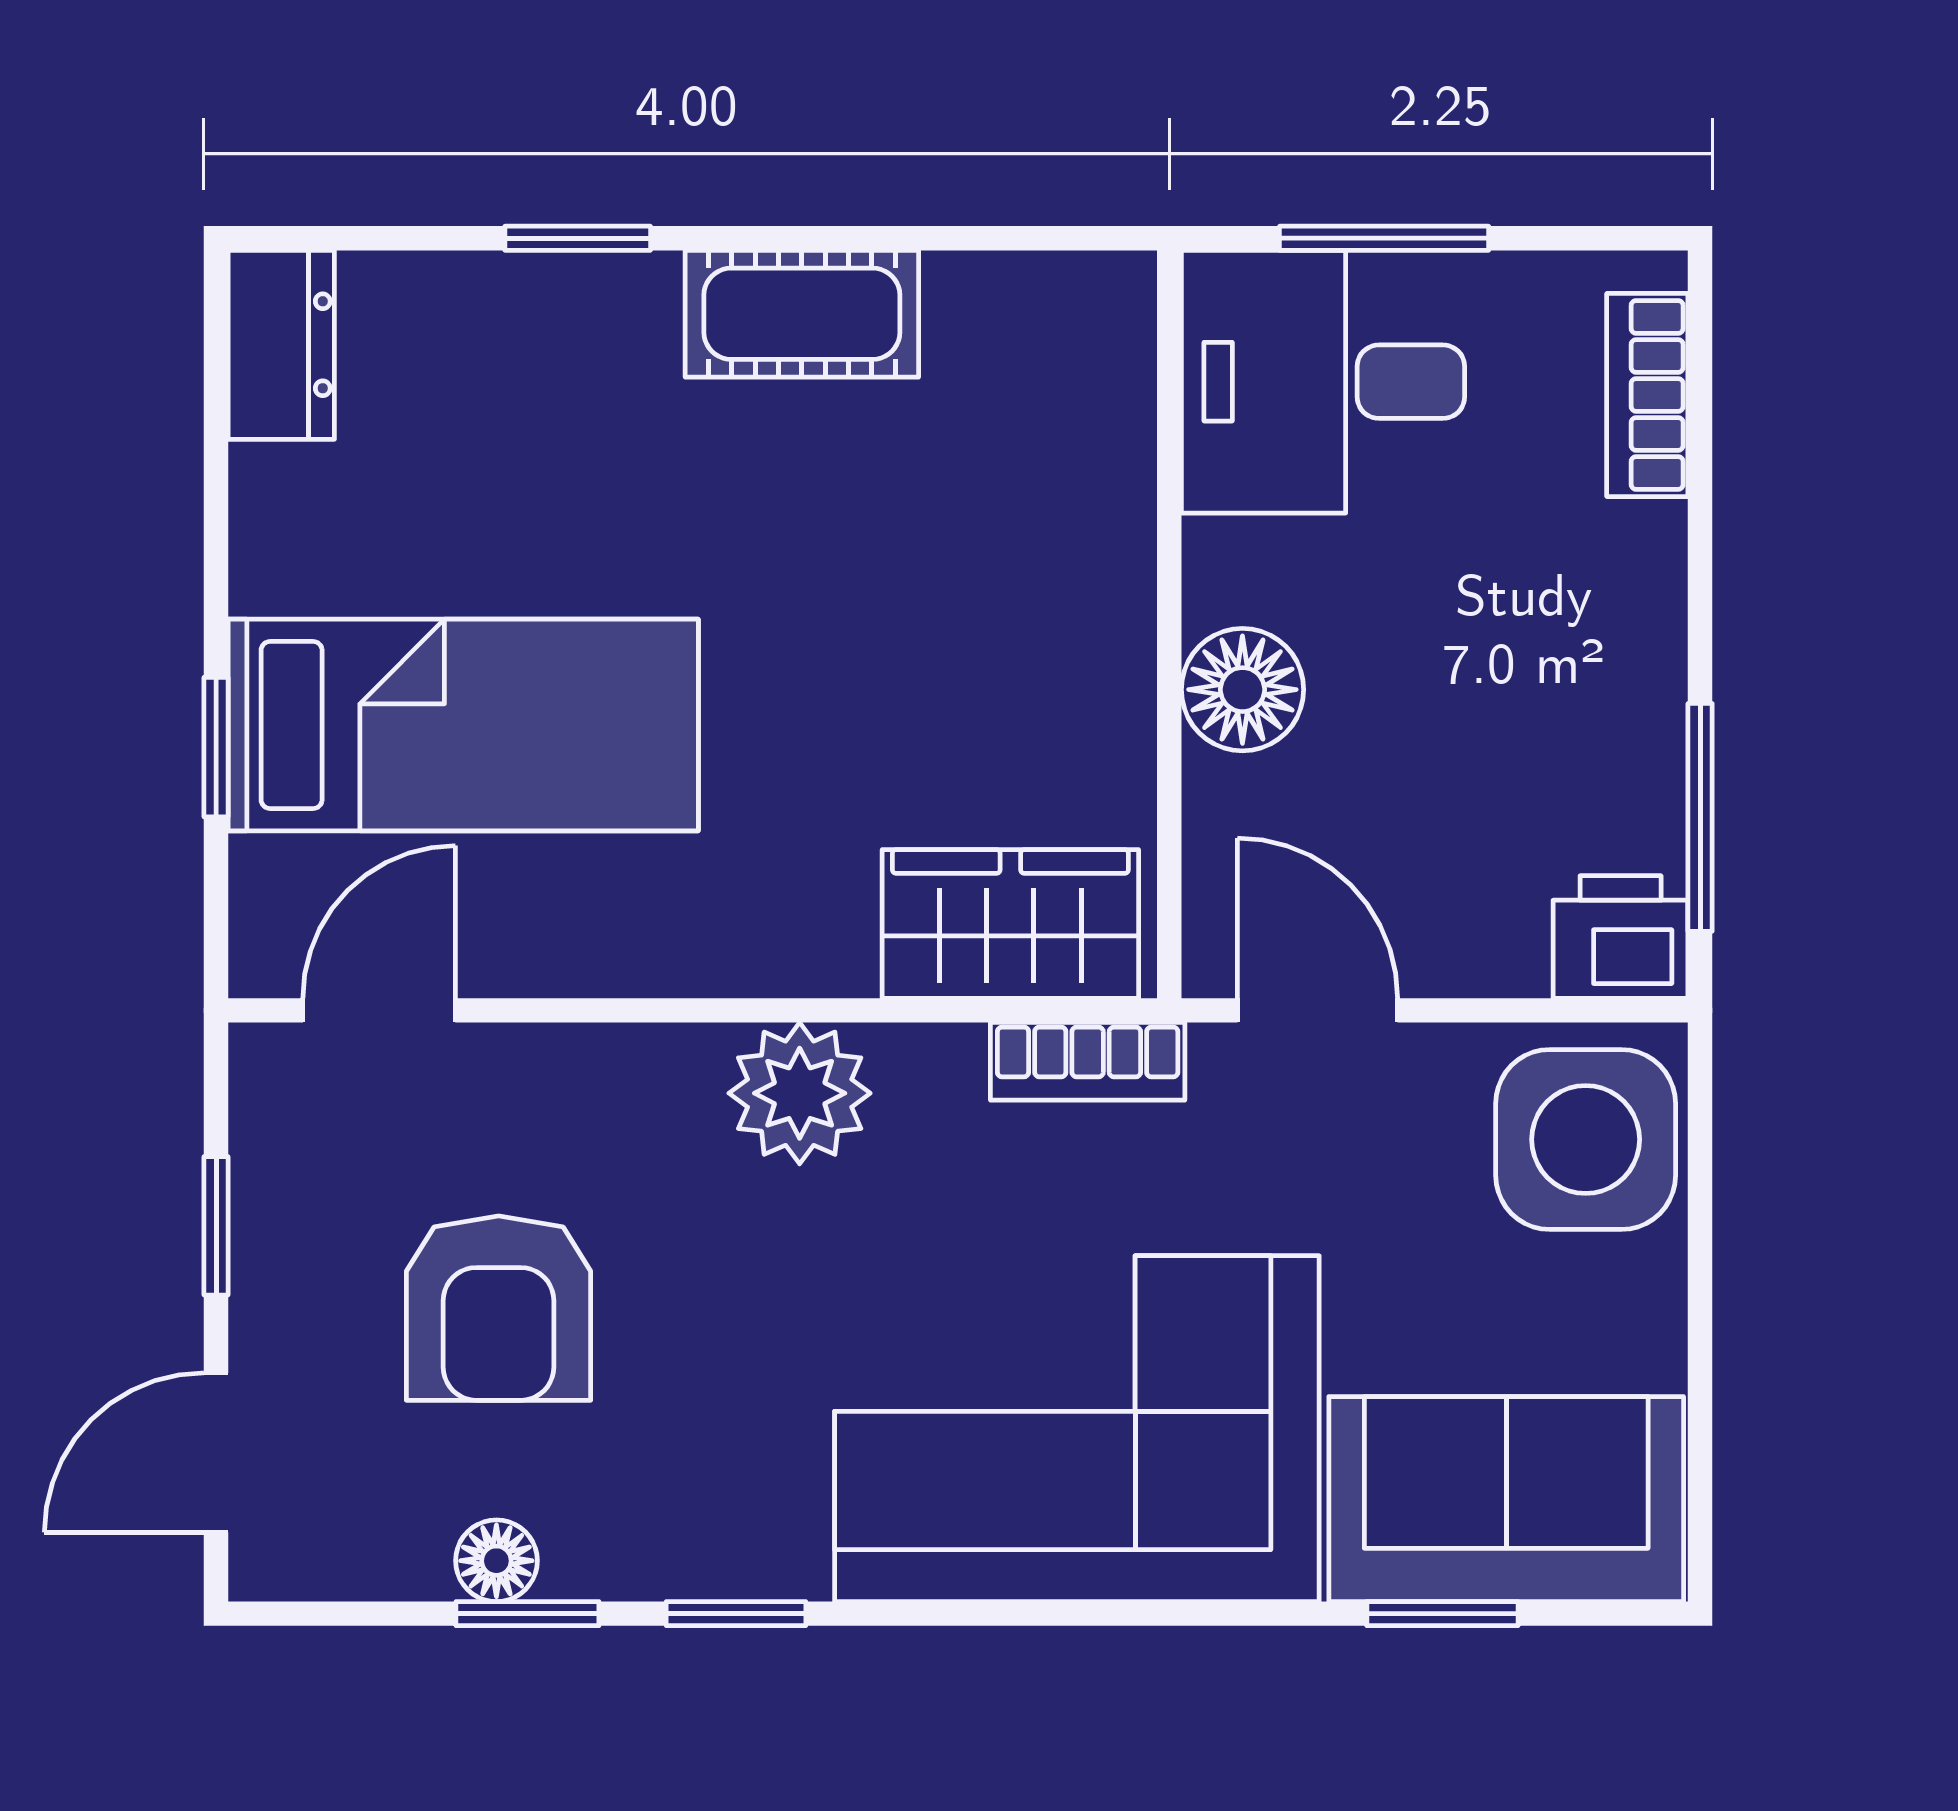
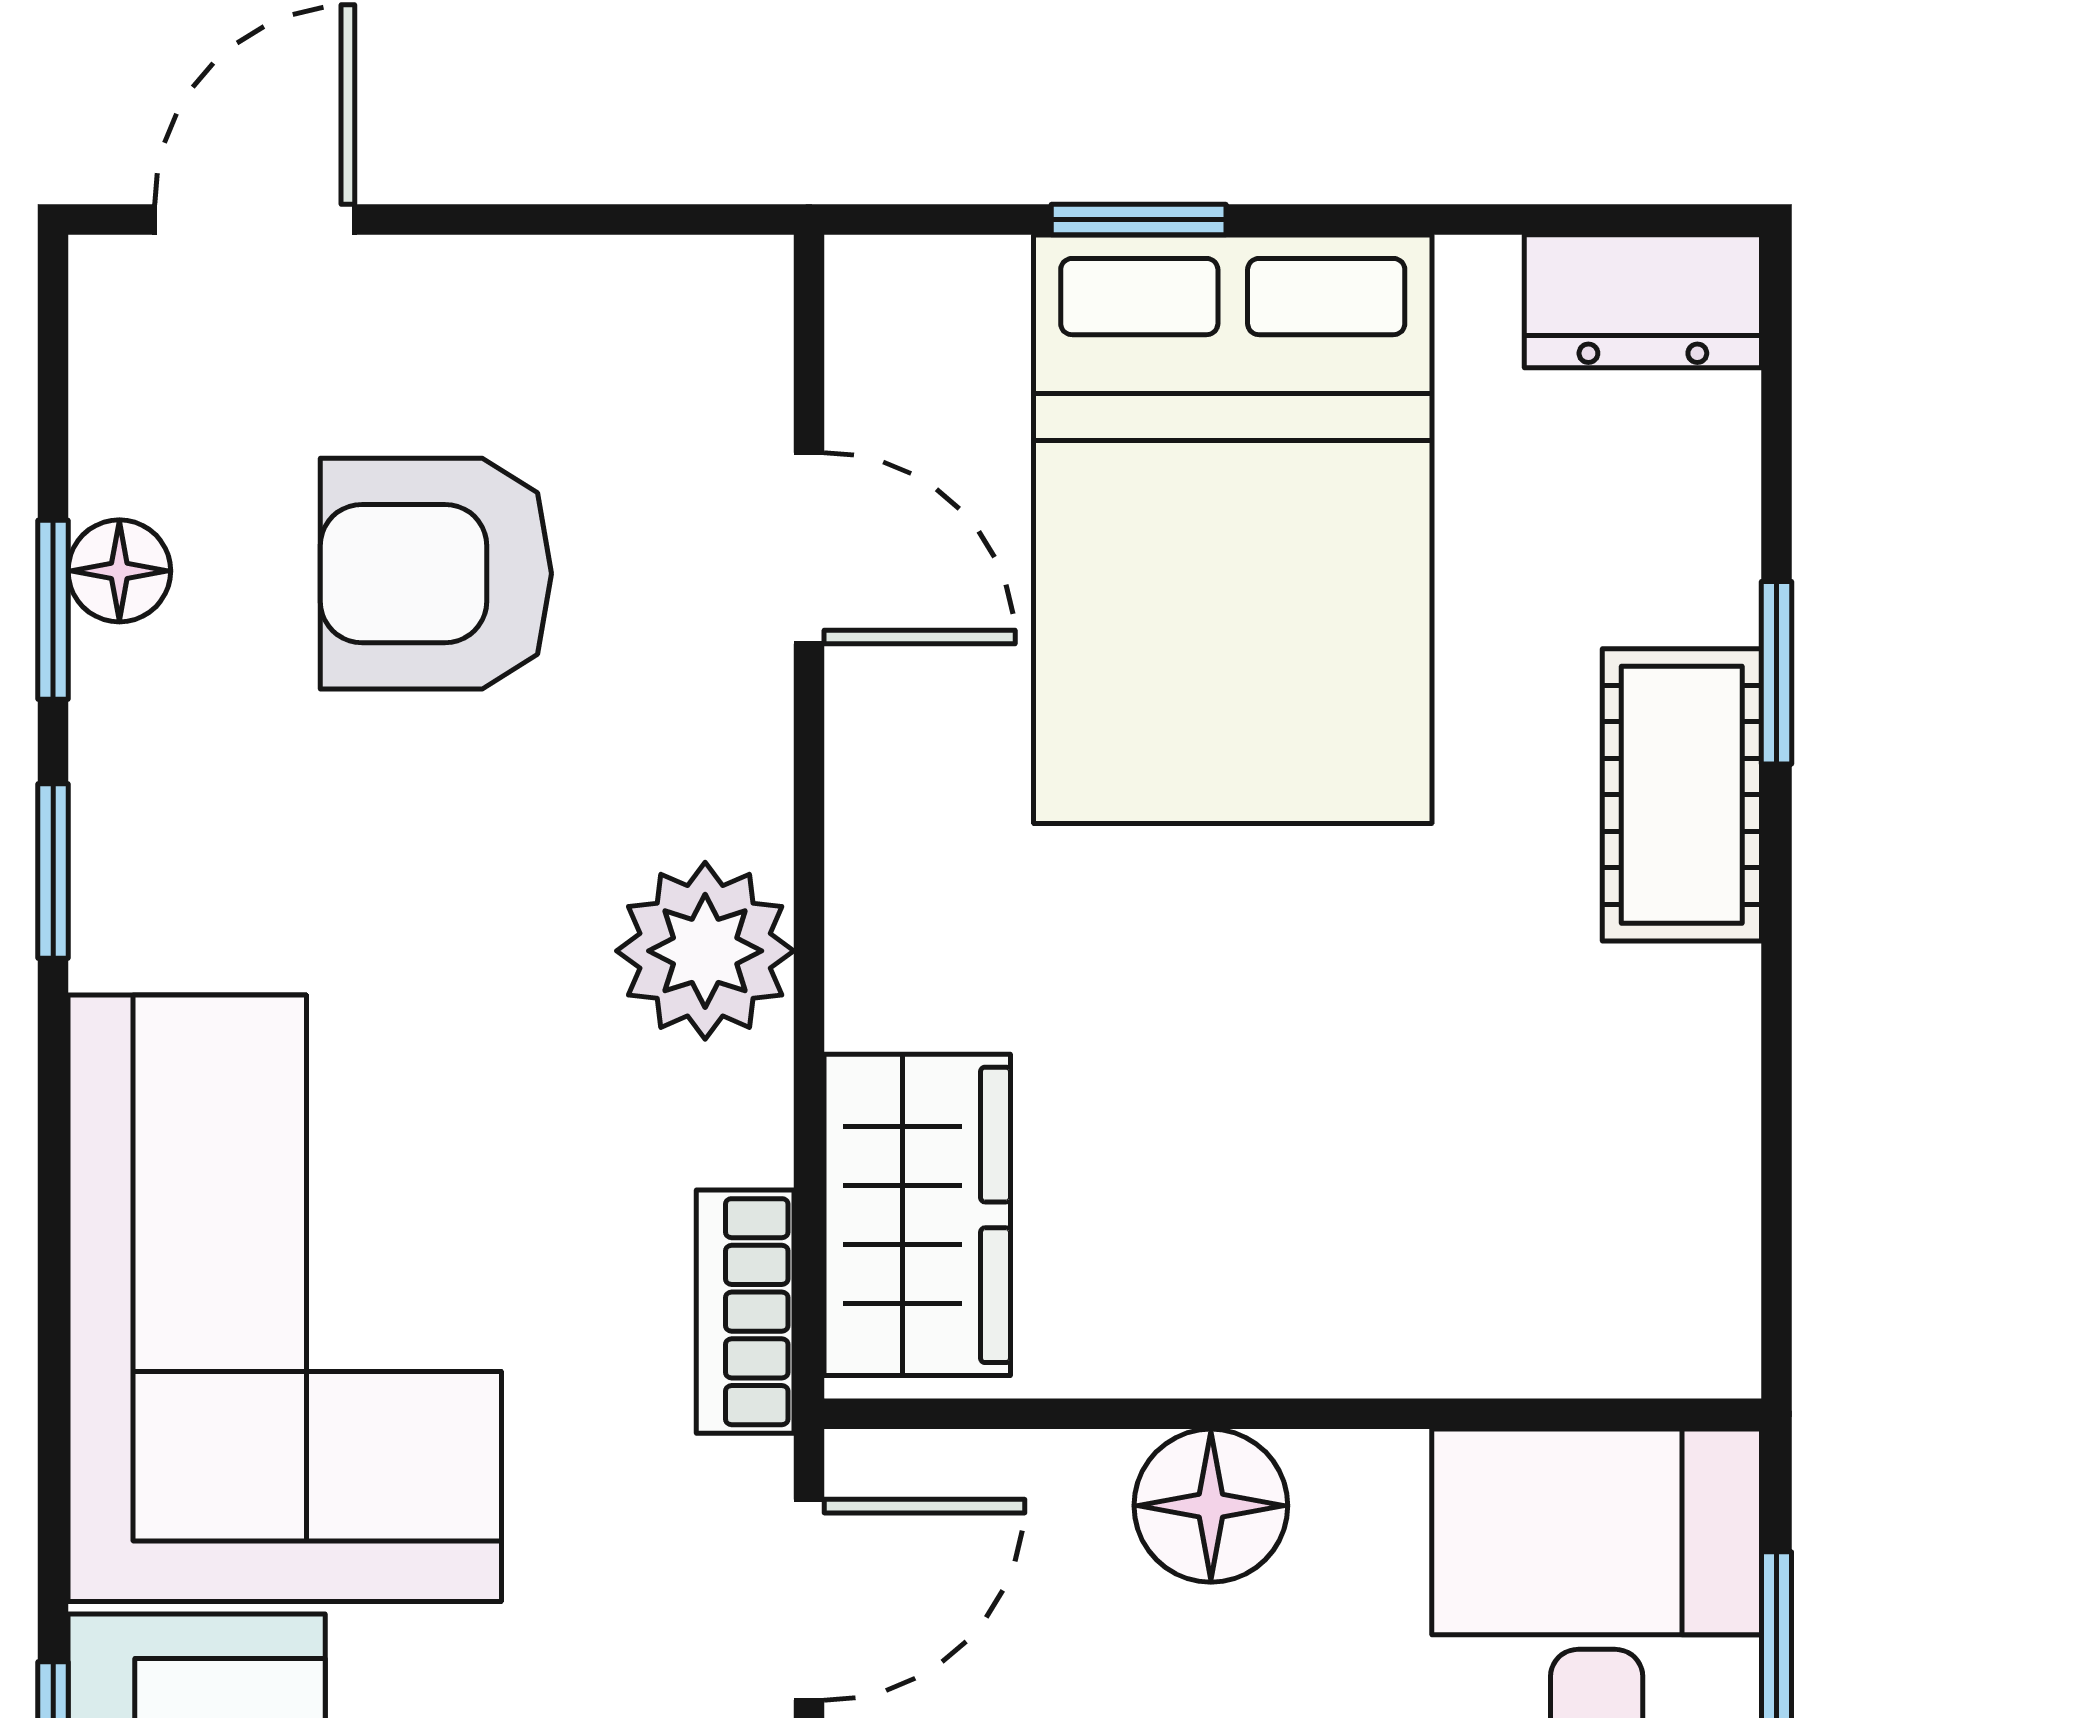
cot: (802, 314) -> (1682, 795), moved
bed: (463, 725) -> (1233, 529), width x1.50
door: (379, 1010) -> (809, 548), moved
window: (216, 1226) -> (539, 220), removed
door: (216, 1453) -> (255, 220), hinge flipped

